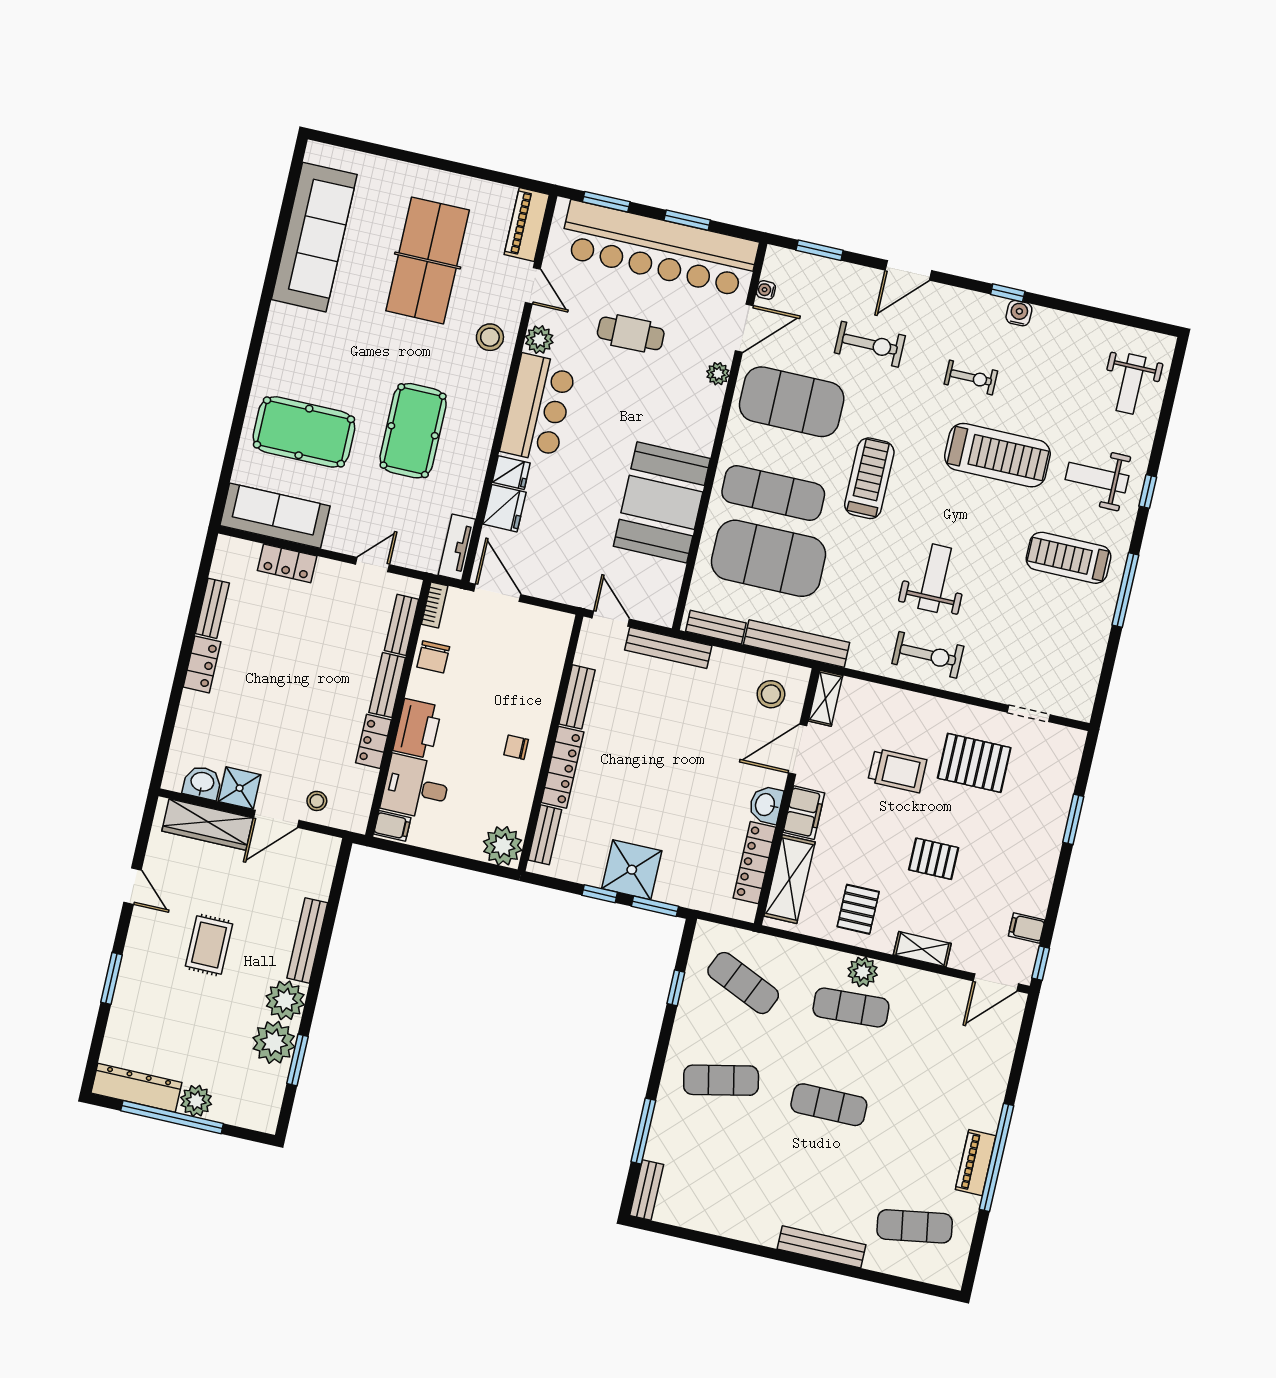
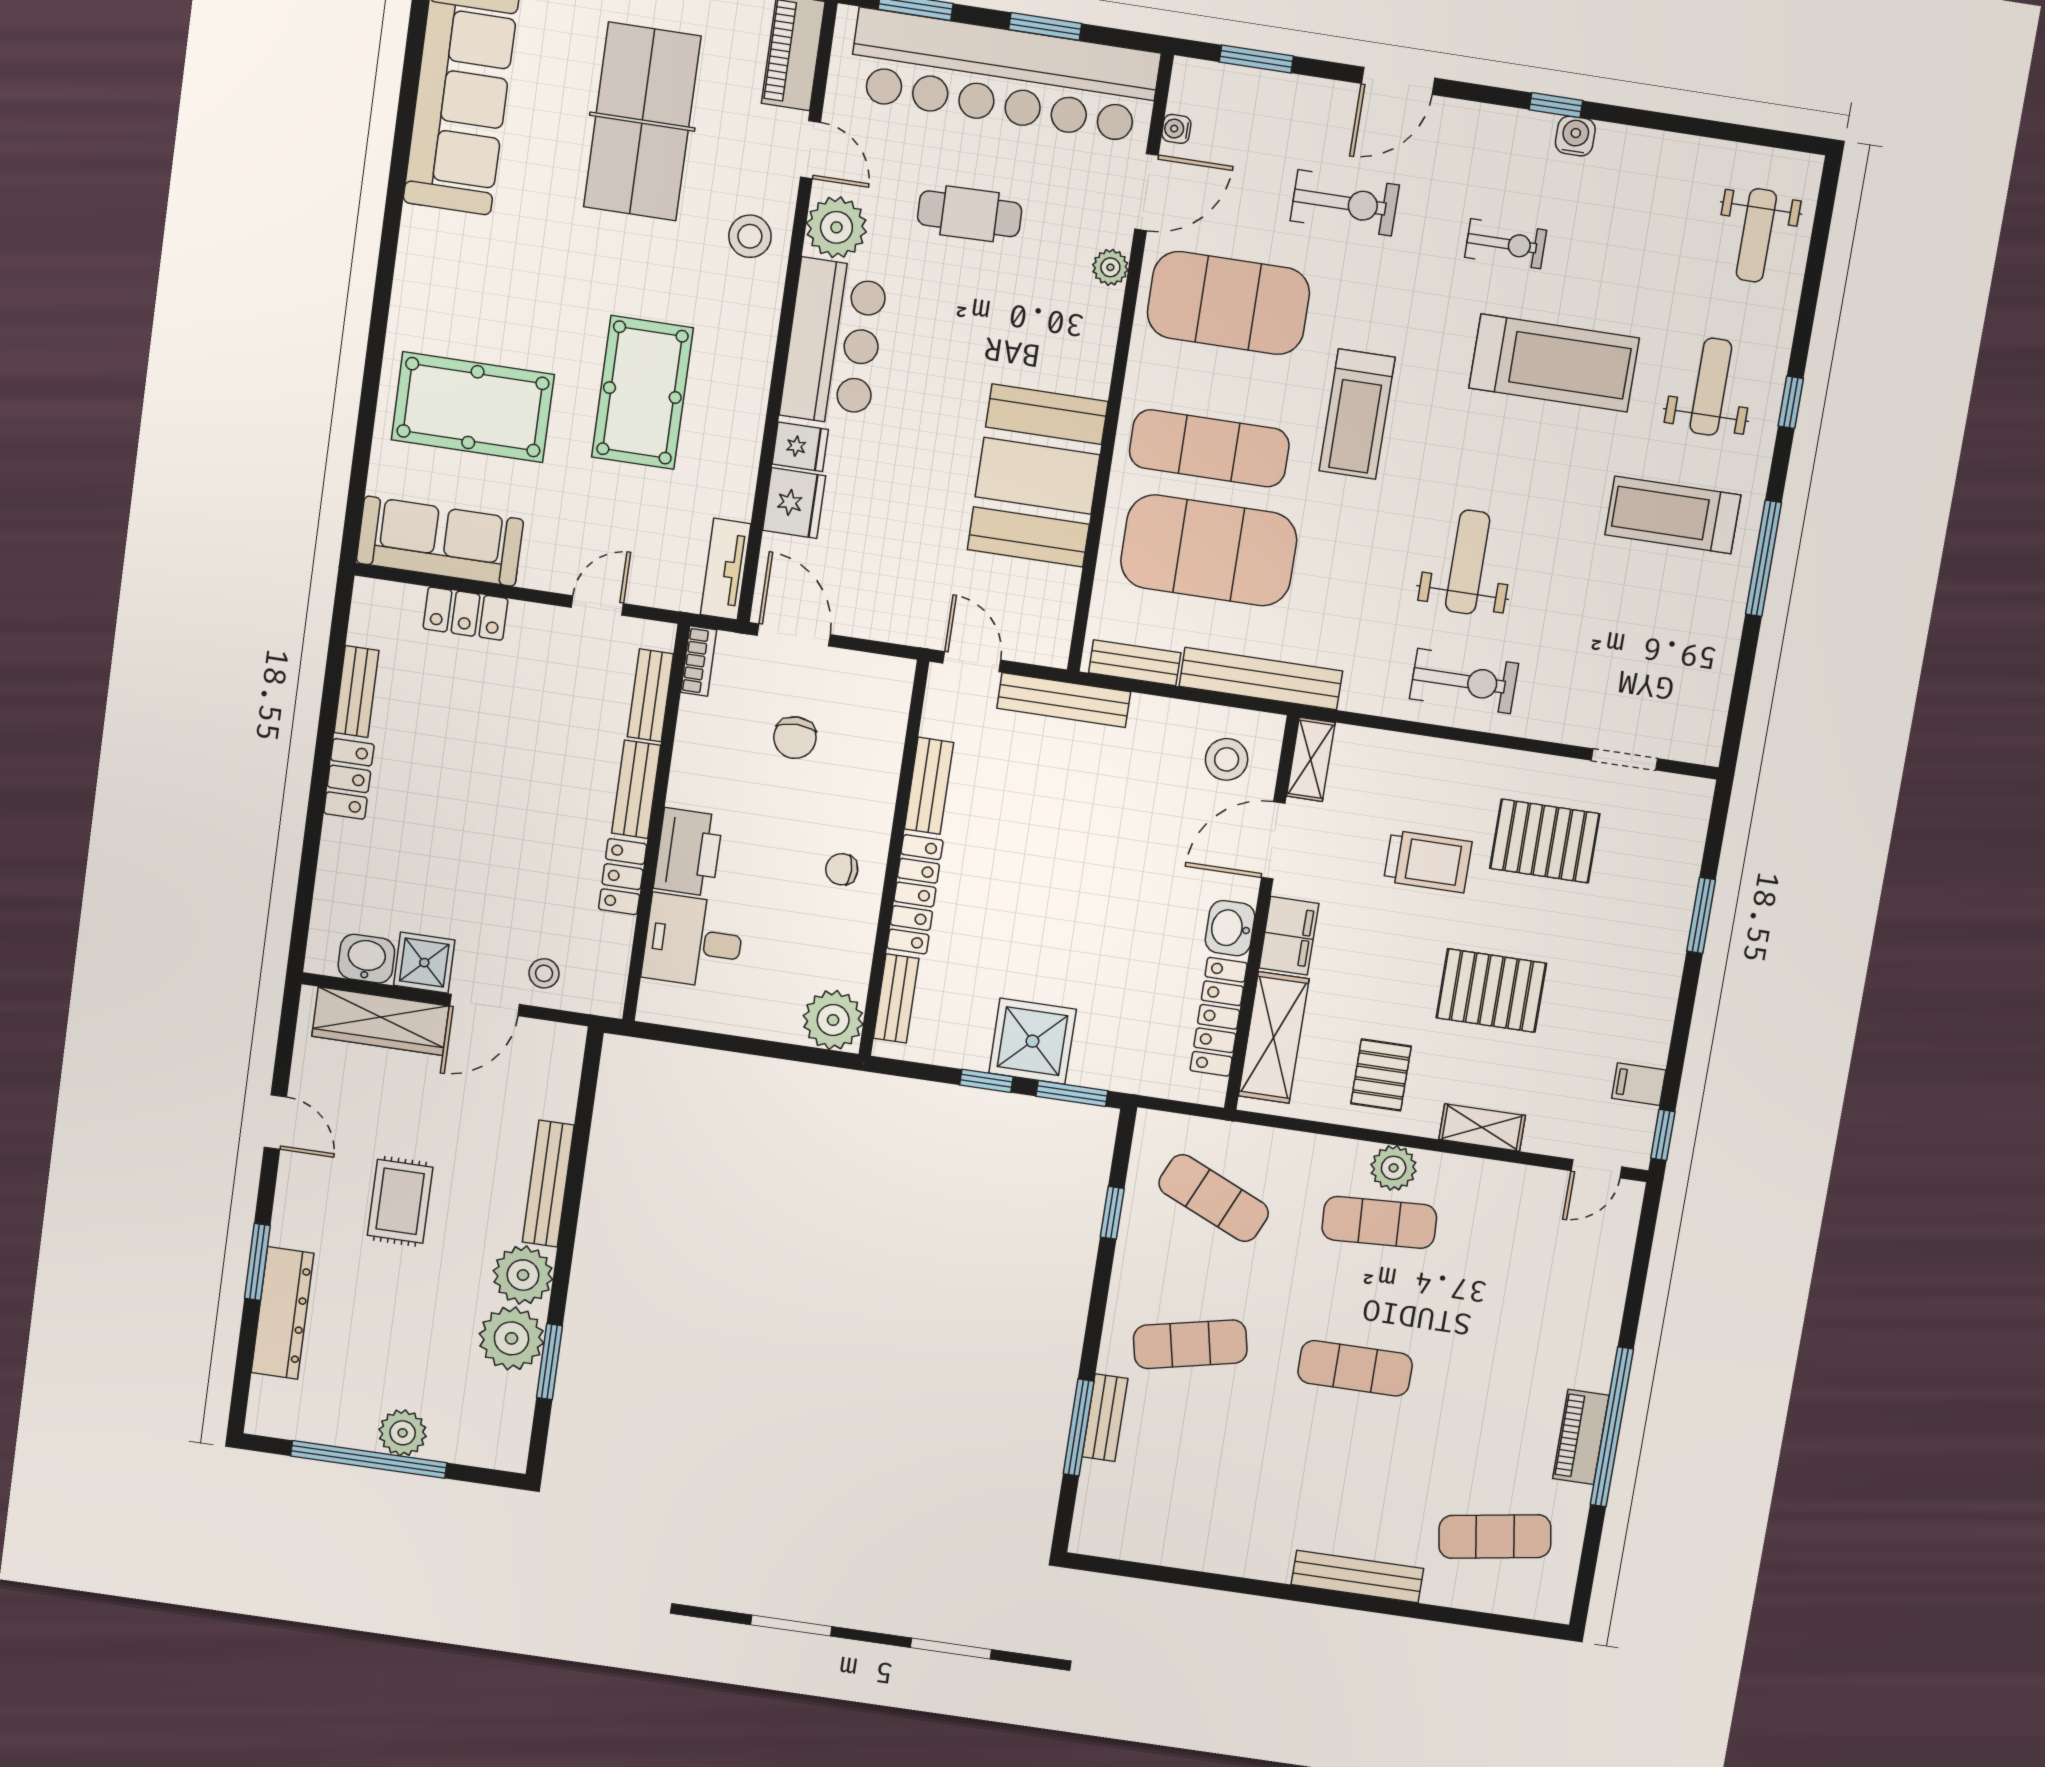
plant: (539, 340) -> (836, 227), width x1.36, depth x1.36
treadmill: (869, 478) -> (1357, 414), turned 180
weight bench: (1097, 478) -> (1711, 387), turned 90
chair: (433, 657) -> (795, 738), moved
filing cabinet: (392, 826) -> (662, 1002), removed
pallet: (934, 859) -> (1491, 991), width x1.50, depth x1.42
door: (996, 982) -> (1596, 1169), width x0.73
dresser: (136, 1088) -> (283, 1313), moved, turned 90
bench: (647, 1190) -> (1105, 1418), moved

